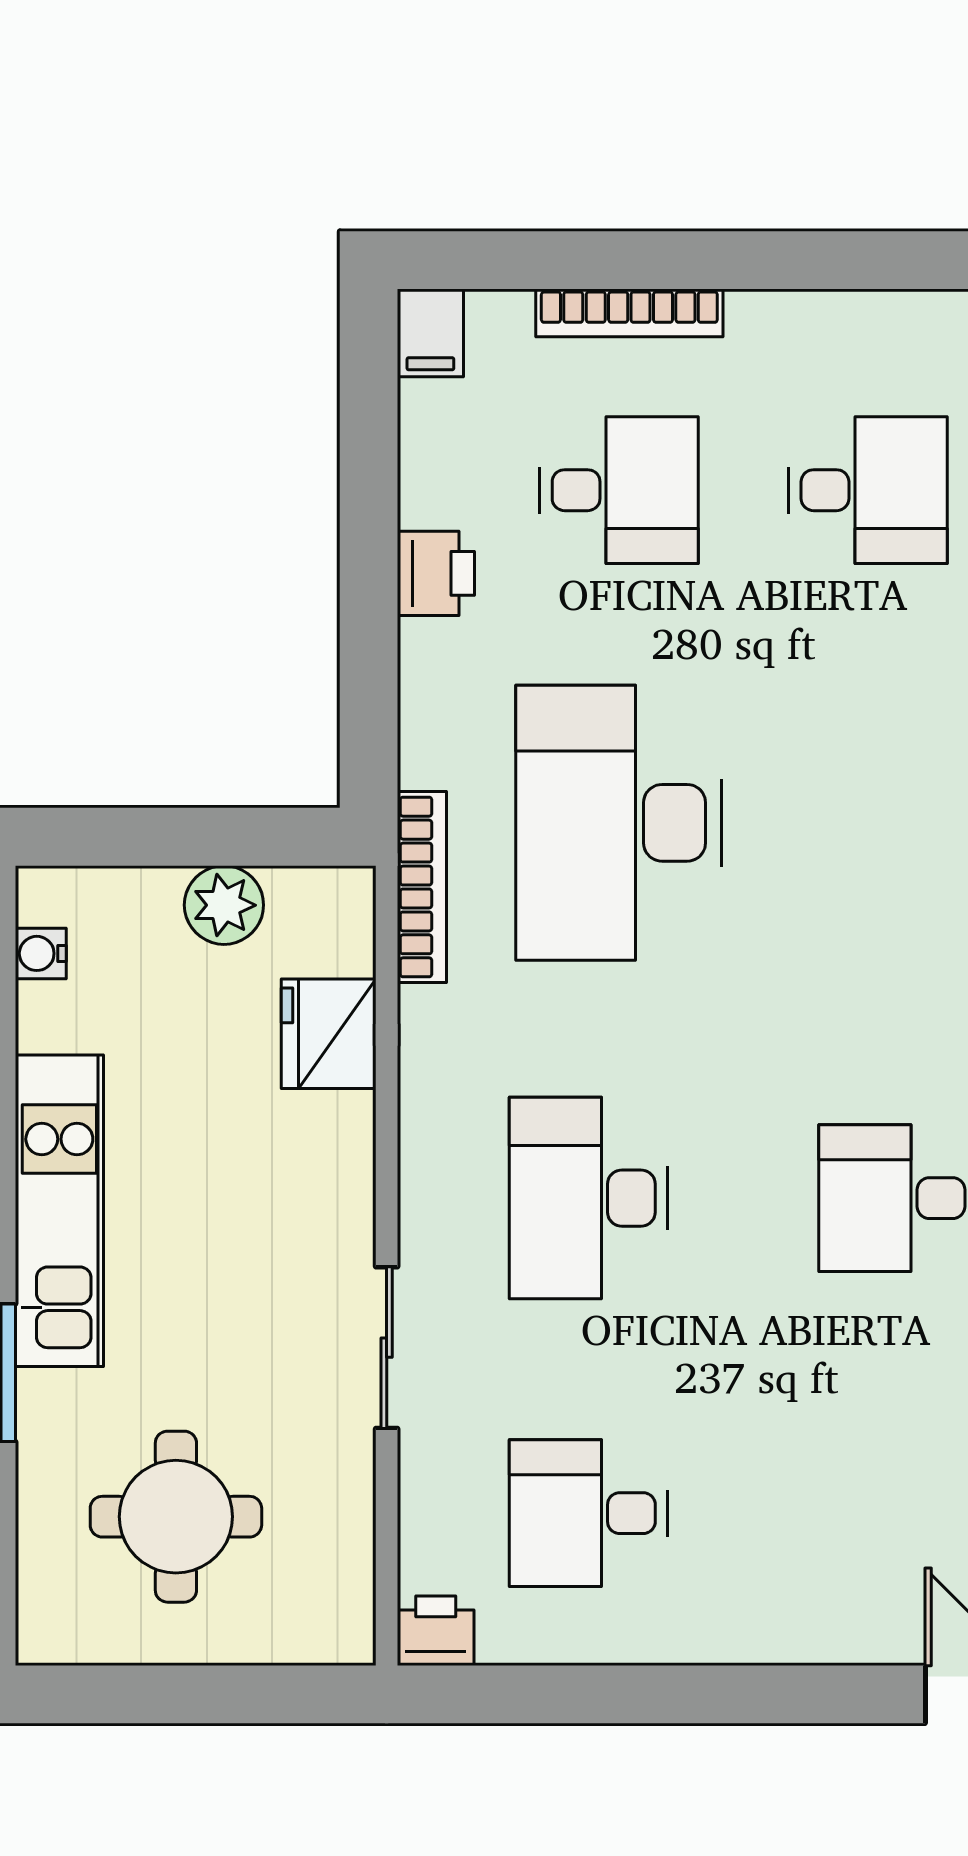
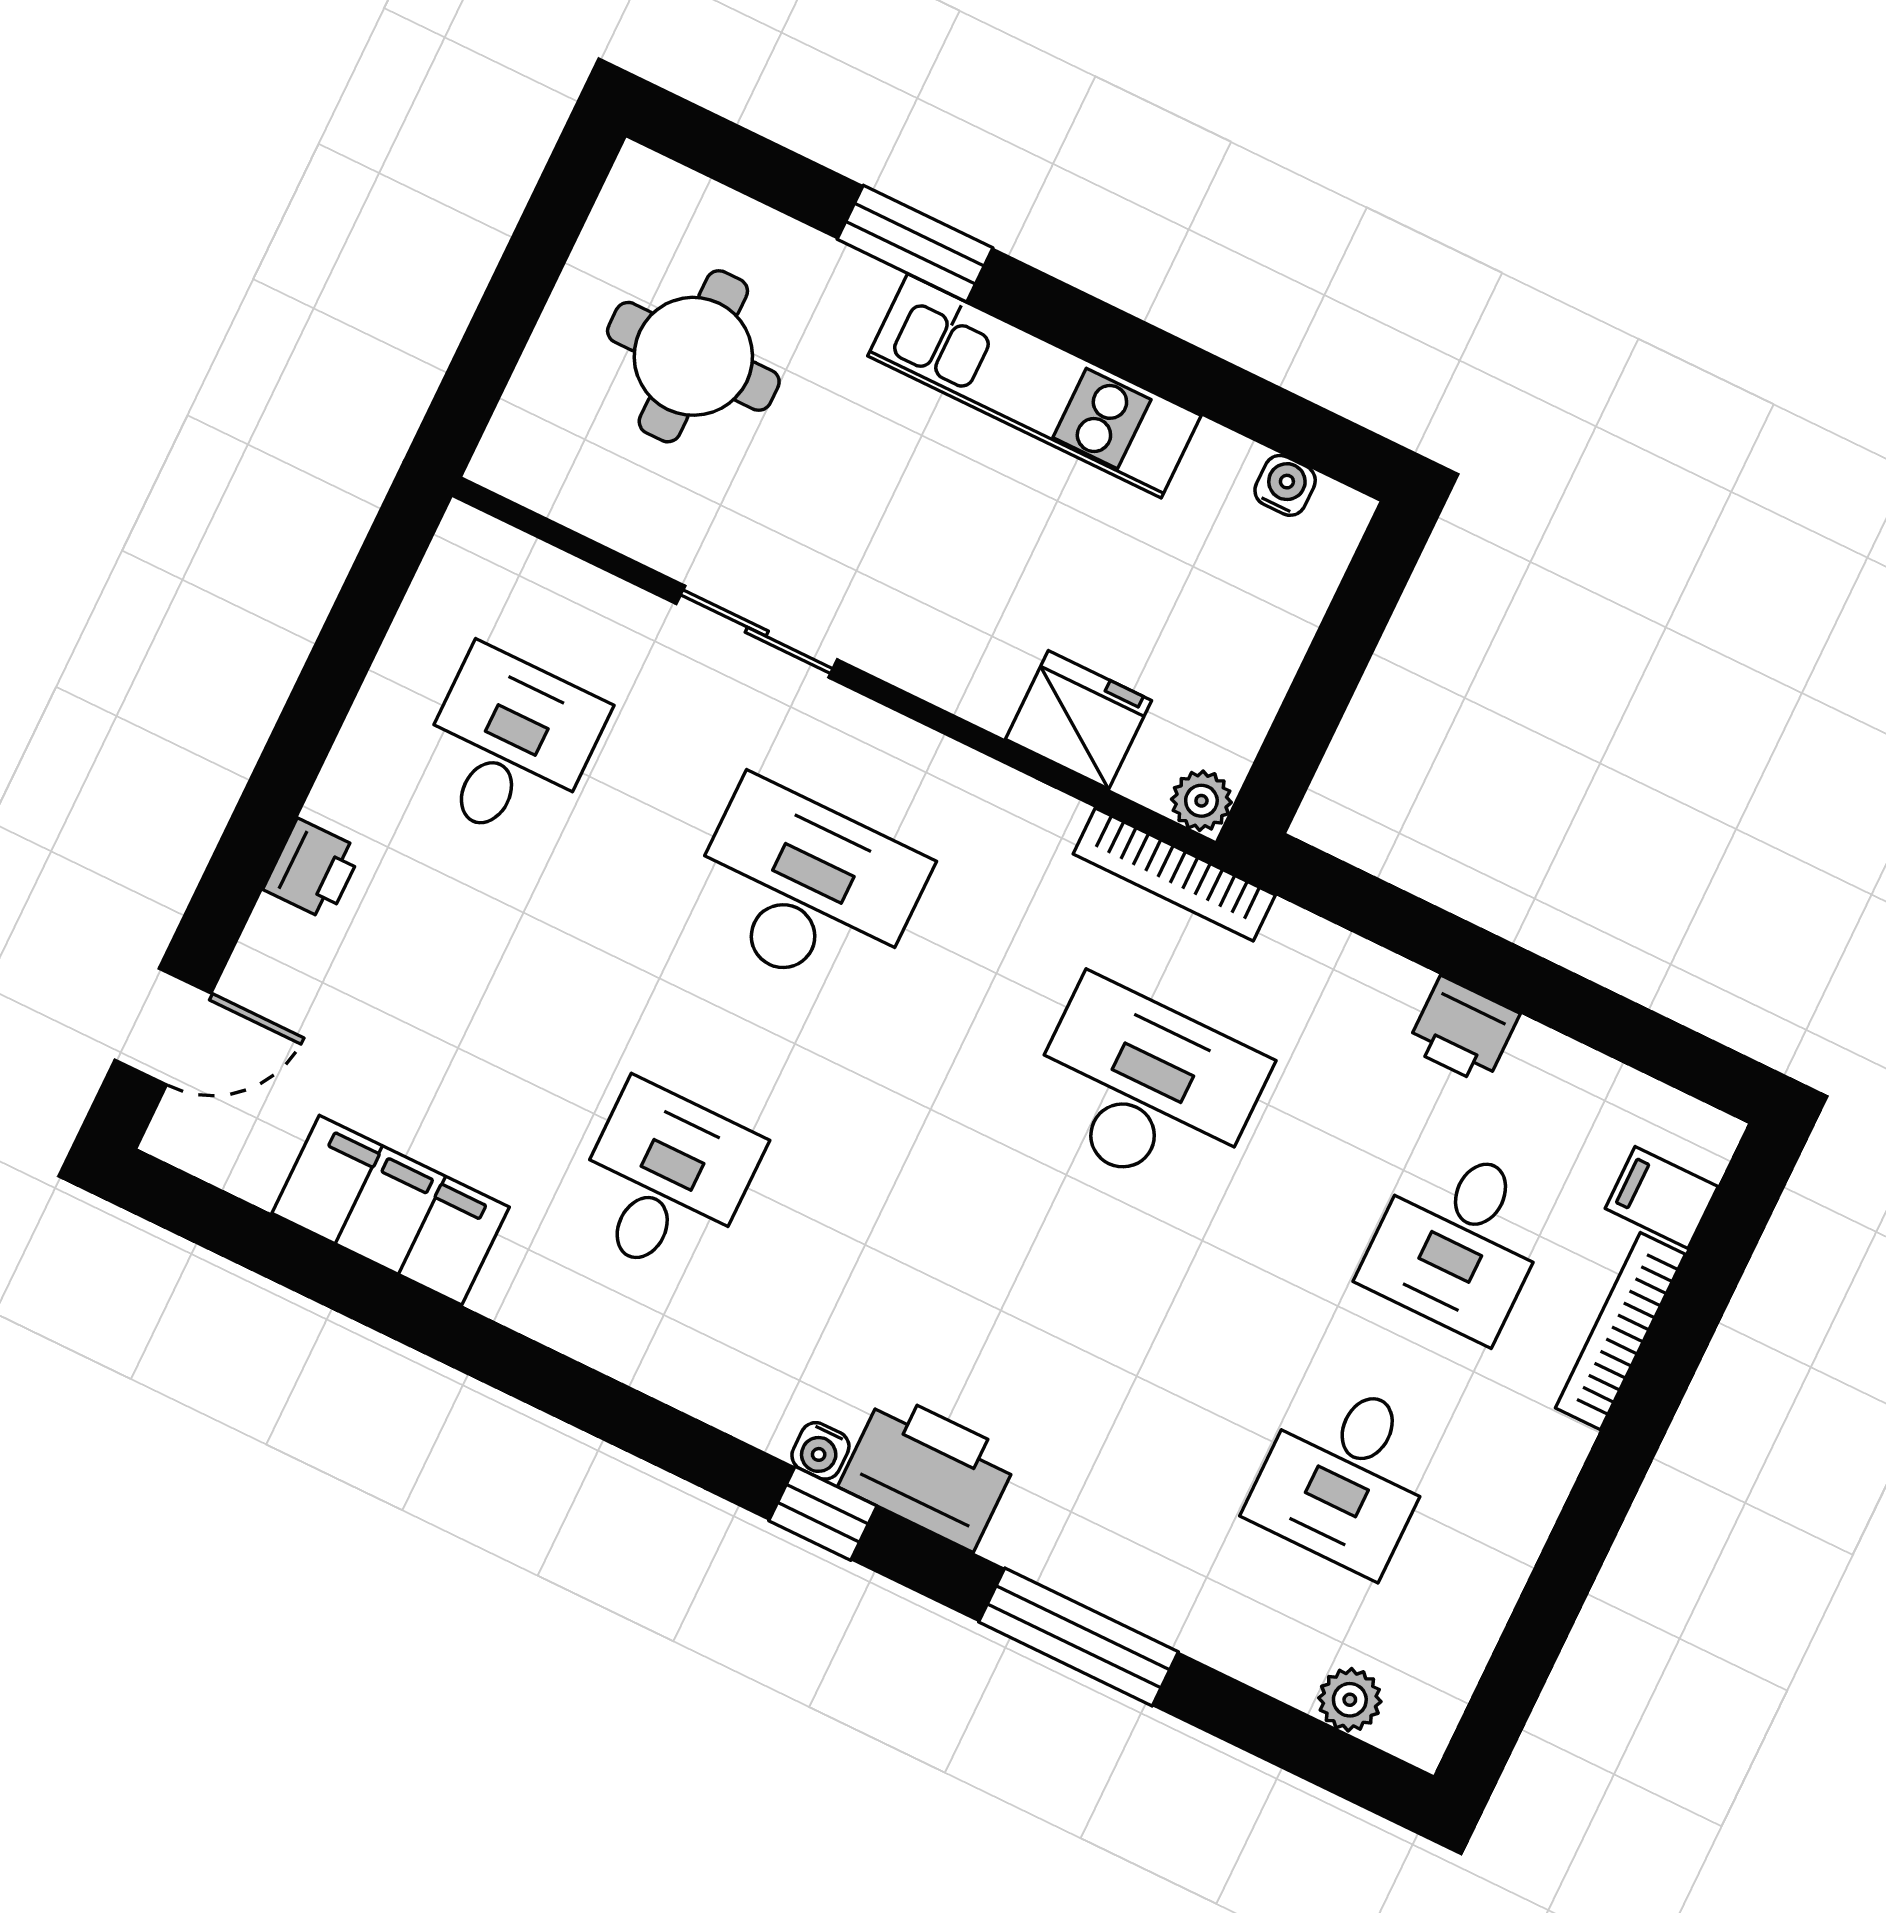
filing cabinet: (430, 333) -> (1662, 1198), moved
desk: (619, 823) -> (1145, 1089), width x0.73, depth x0.77
plant: (224, 905) -> (1201, 801), moved, width x0.73, depth x0.73
printer: (436, 1631) -> (313, 869), moved

